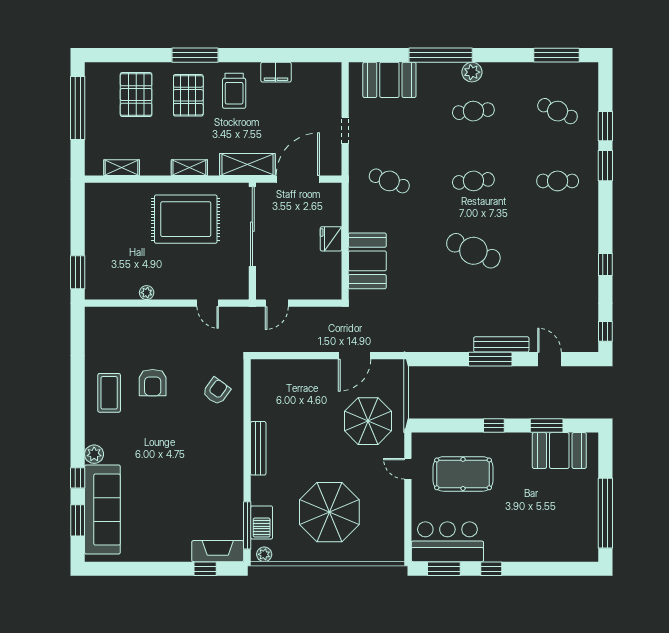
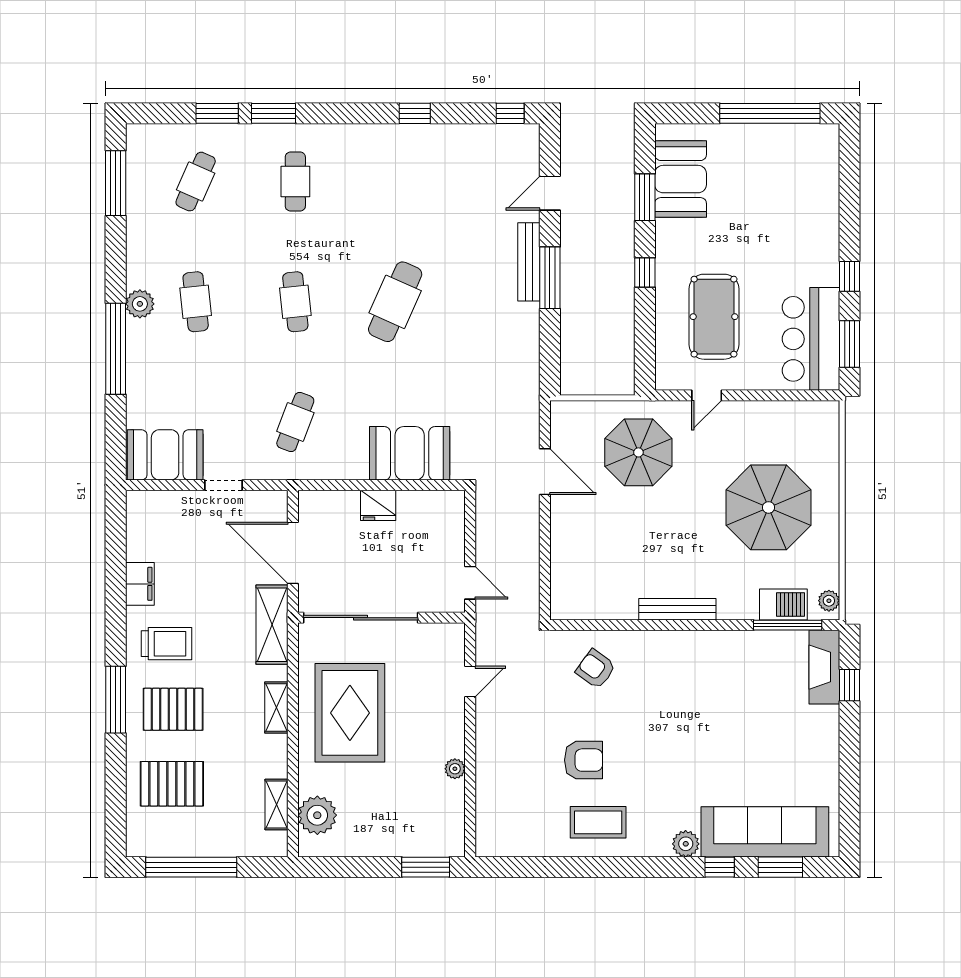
booth: (389, 80) -> (165, 455), moved, turned 90
plant: (114, 196) -> (317, 815), added

